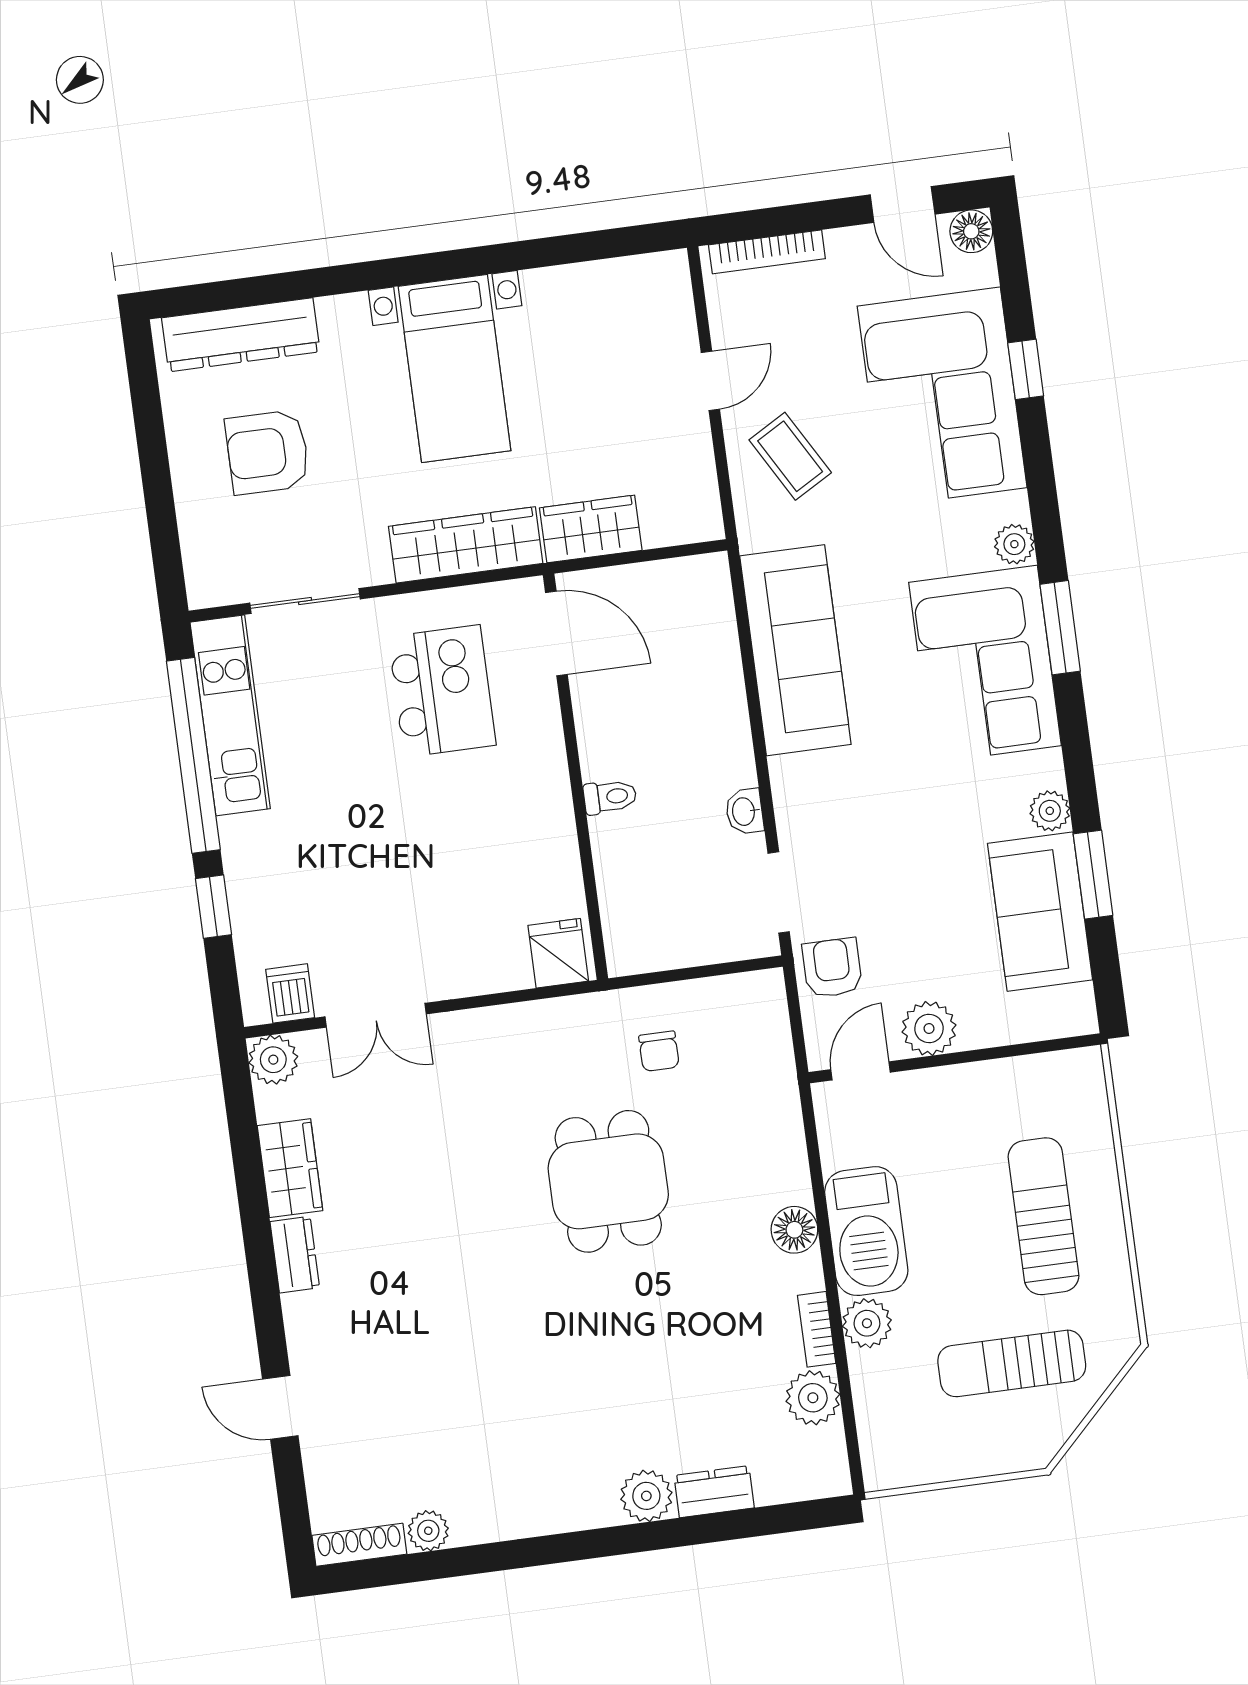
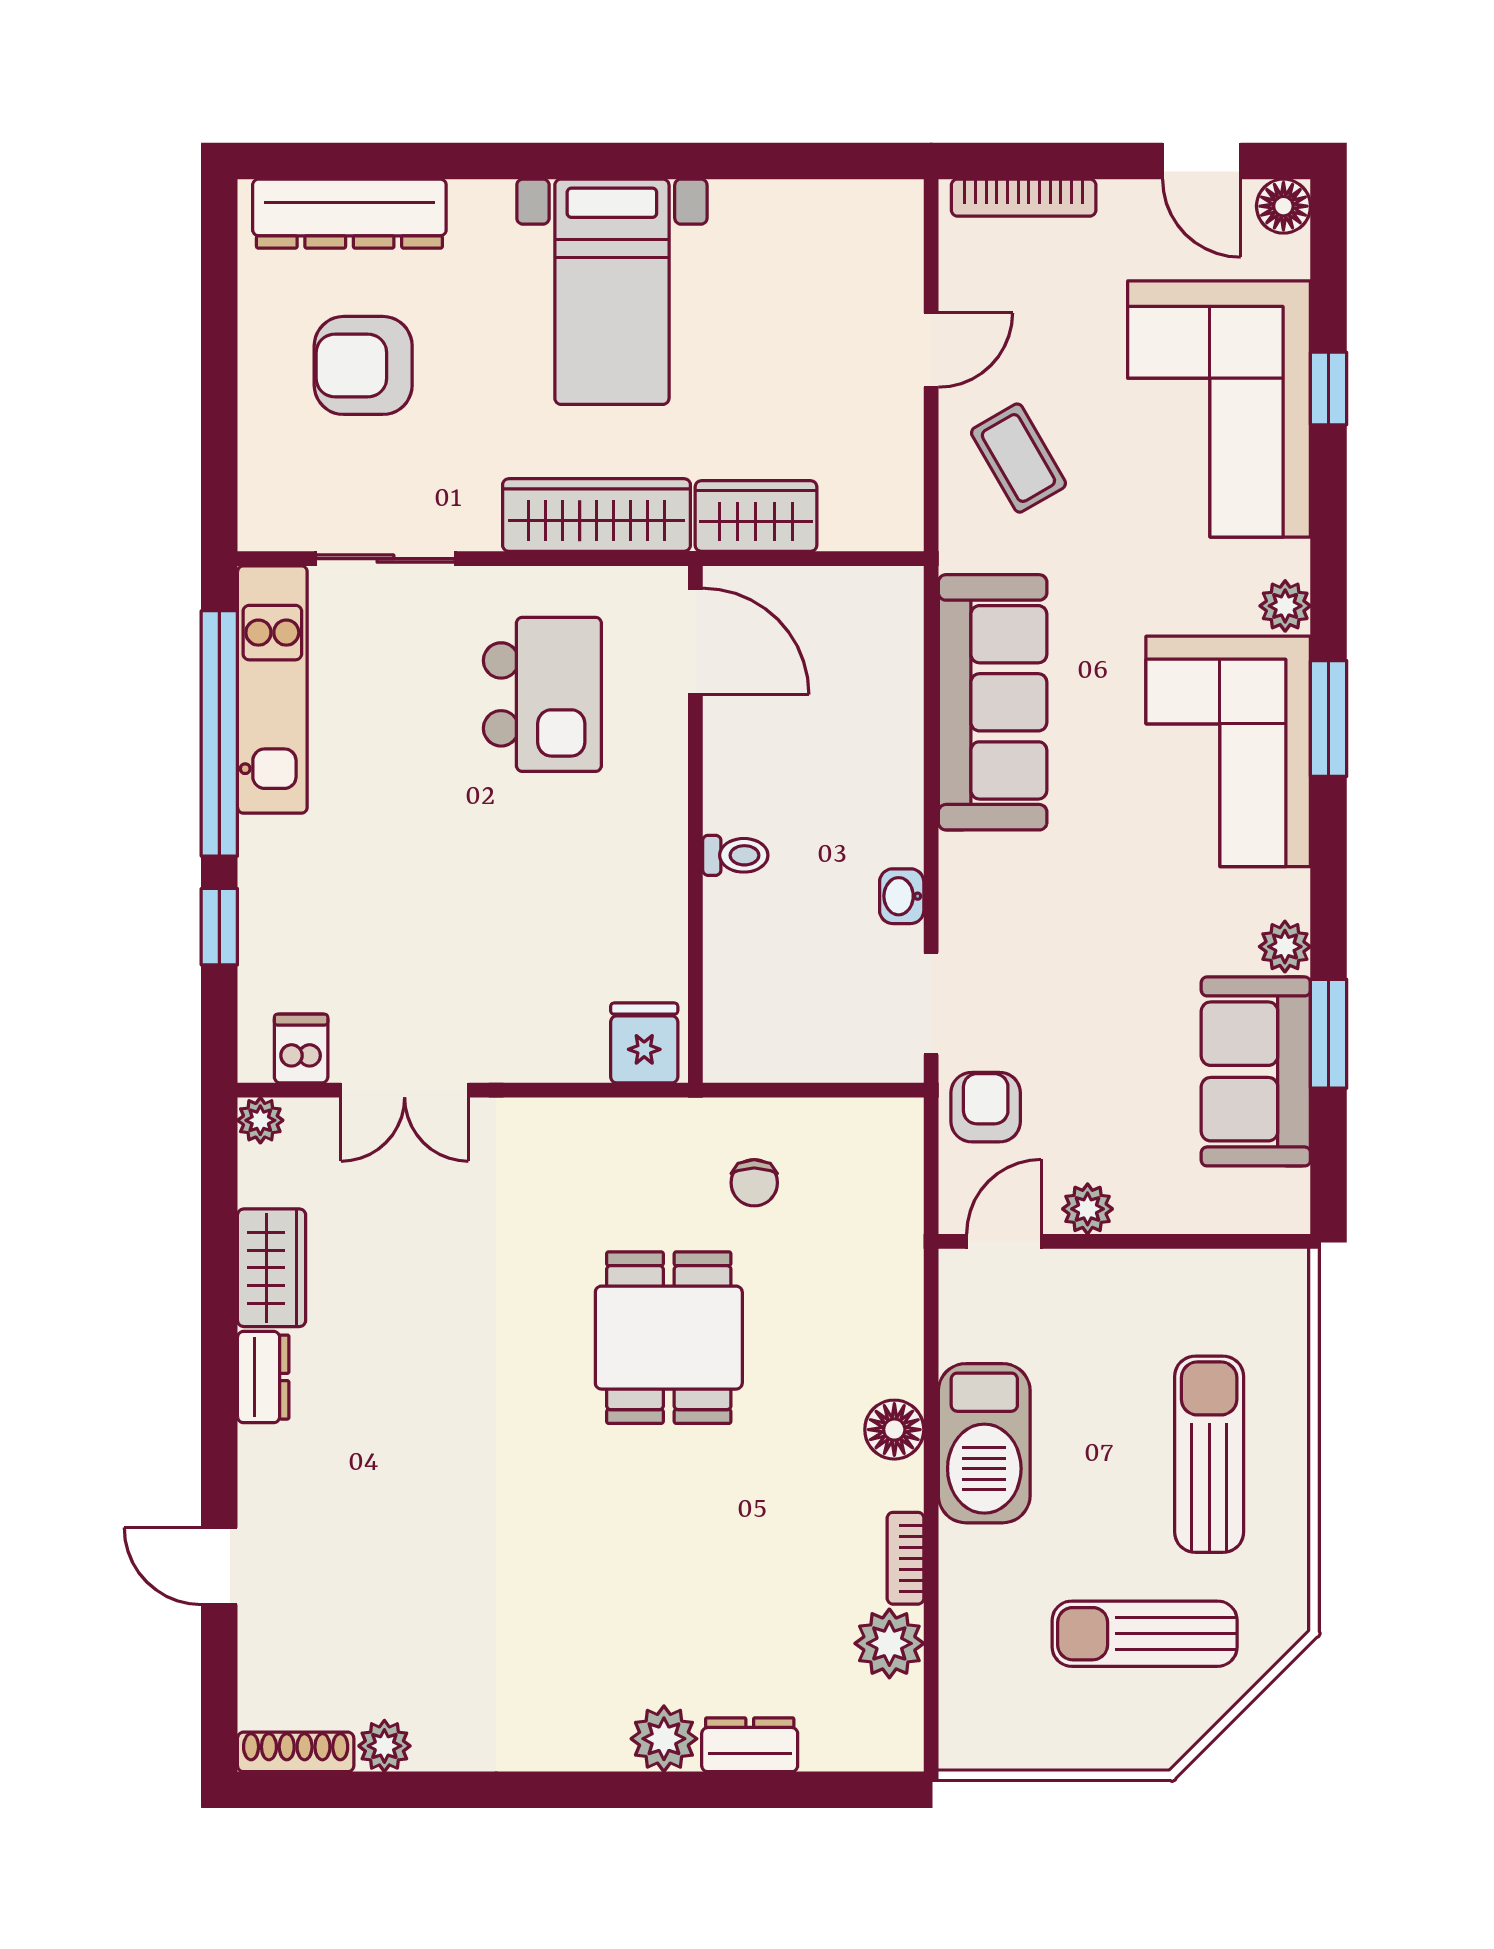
plant: (929, 1028) -> (1088, 1209), width x0.73, depth x0.73
plant: (273, 1060) -> (260, 1120), width x0.73, depth x0.73
plant: (867, 1323) -> (970, 1559), removed

